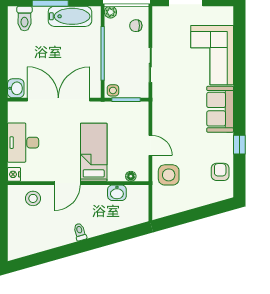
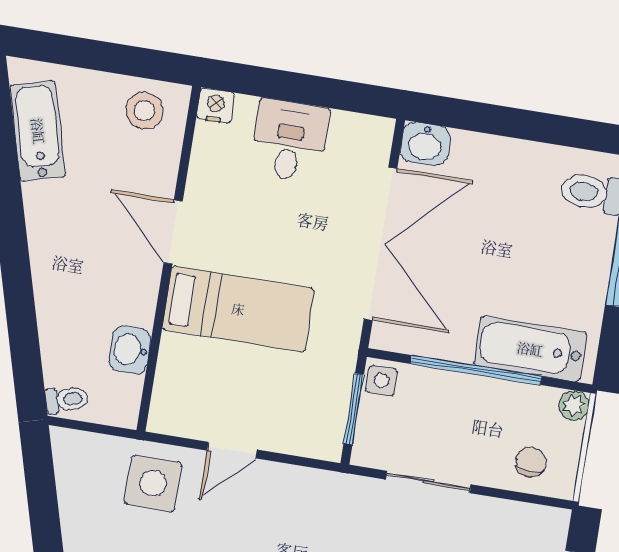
bathtub: (70, 16) -> (530, 349), moved, turned 90
desk: (23, 143) -> (290, 140), width x0.73
floor lamp: (131, 176) -> (165, 390), removed
stool: (33, 198) -> (145, 111), moved
toilet: (80, 232) -> (67, 399), moved
bathtub: (36, 244) -> (38, 131), added

